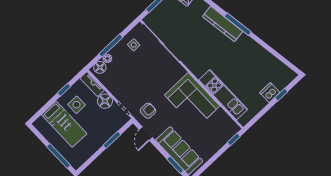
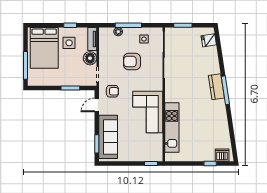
kitchen counter: (223, 24) -> (216, 87), width x0.67
floor lamp: (100, 67) -> (108, 33), removed
armchair: (141, 72) -> (132, 62), added
dishwasher: (270, 93) -> (222, 155), moved
bed: (64, 124) -> (44, 48), width x1.50

